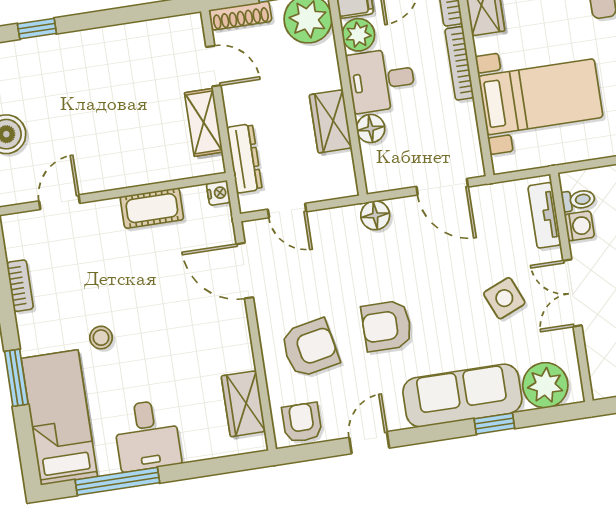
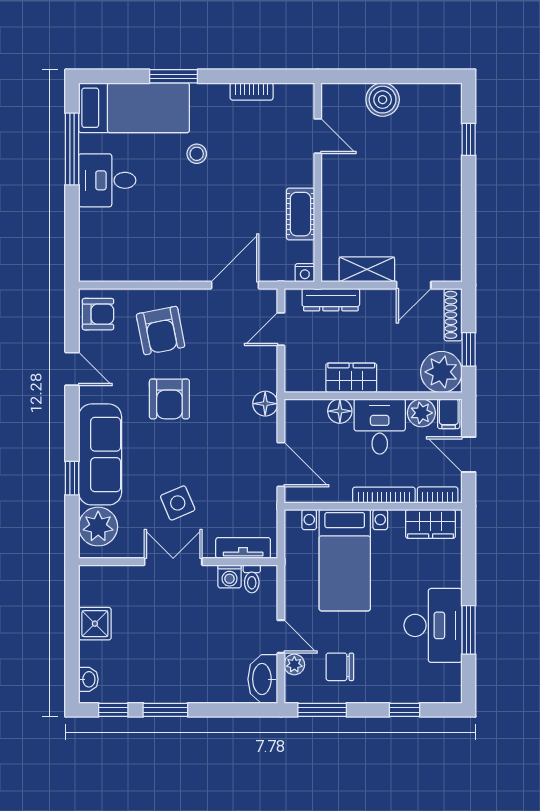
door: (442, 187) -> (281, 465), swing flipped
armchair: (387, 326) -> (169, 399), turned 180
wardrobe: (243, 404) -> (122, 267), removed

